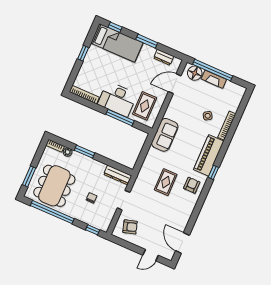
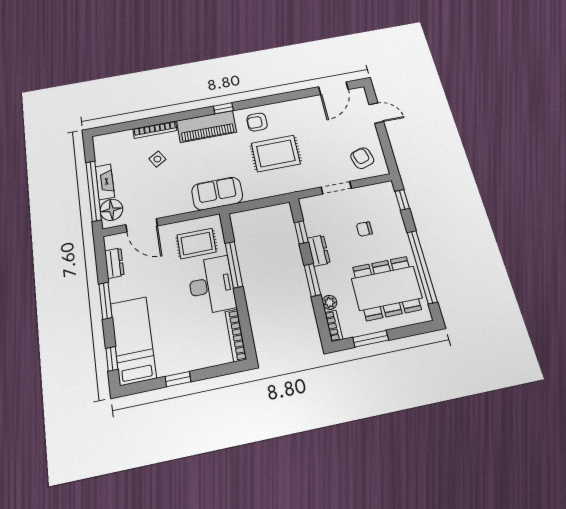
window: (113, 164) -> (301, 232), added
dresser: (118, 175) -> (319, 251), moved, width x0.70
window: (29, 176) -> (371, 339), moved
rug: (166, 182) -> (276, 153), width x1.36, depth x1.43

